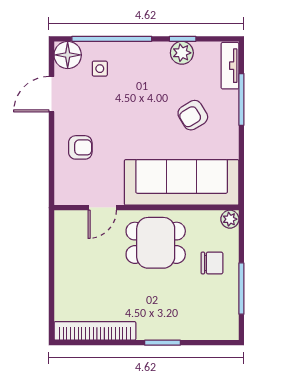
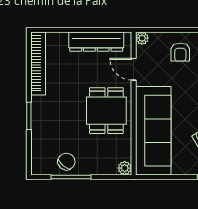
plant: (62, 197) -> (142, 38), added
dresser: (67, 256) -> (96, 42), added
chair: (212, 263) -> (66, 162), moved, turned -140

